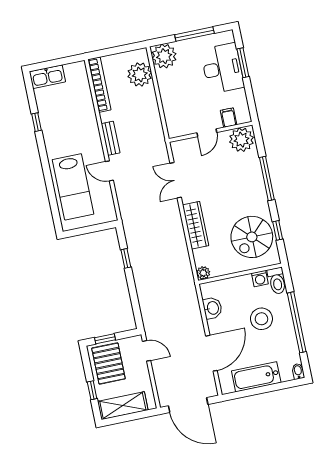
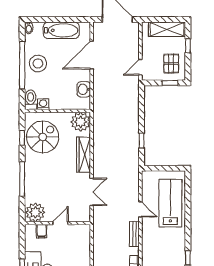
plant: (203, 273) -> (81, 122), width x1.88, depth x1.88
stool: (261, 319) -> (38, 63), moved
door: (147, 351) -> (140, 67), hinge flipped
pallet: (108, 363) -> (171, 64), width x0.67, depth x0.71

